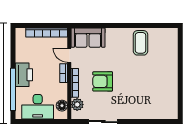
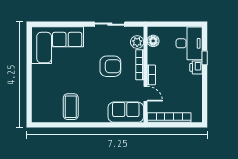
printer: (24, 75) -> (196, 67), width x0.53, depth x0.68
window: (13, 89) -> (205, 58), width x0.32
corner sofa: (153, 102) -> (58, 45), added
desk: (38, 107) -> (189, 43), moved, turned 90

